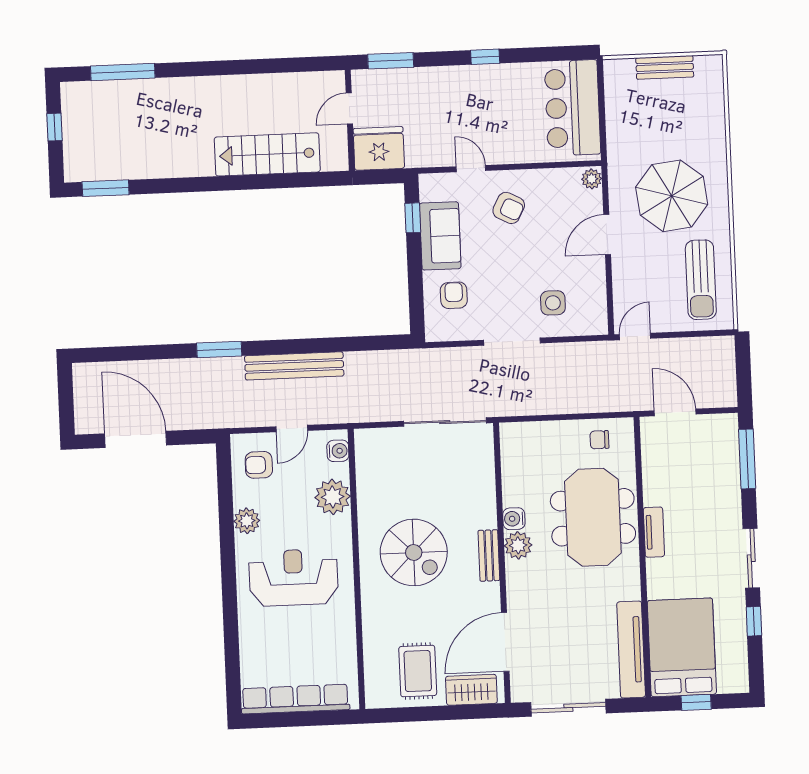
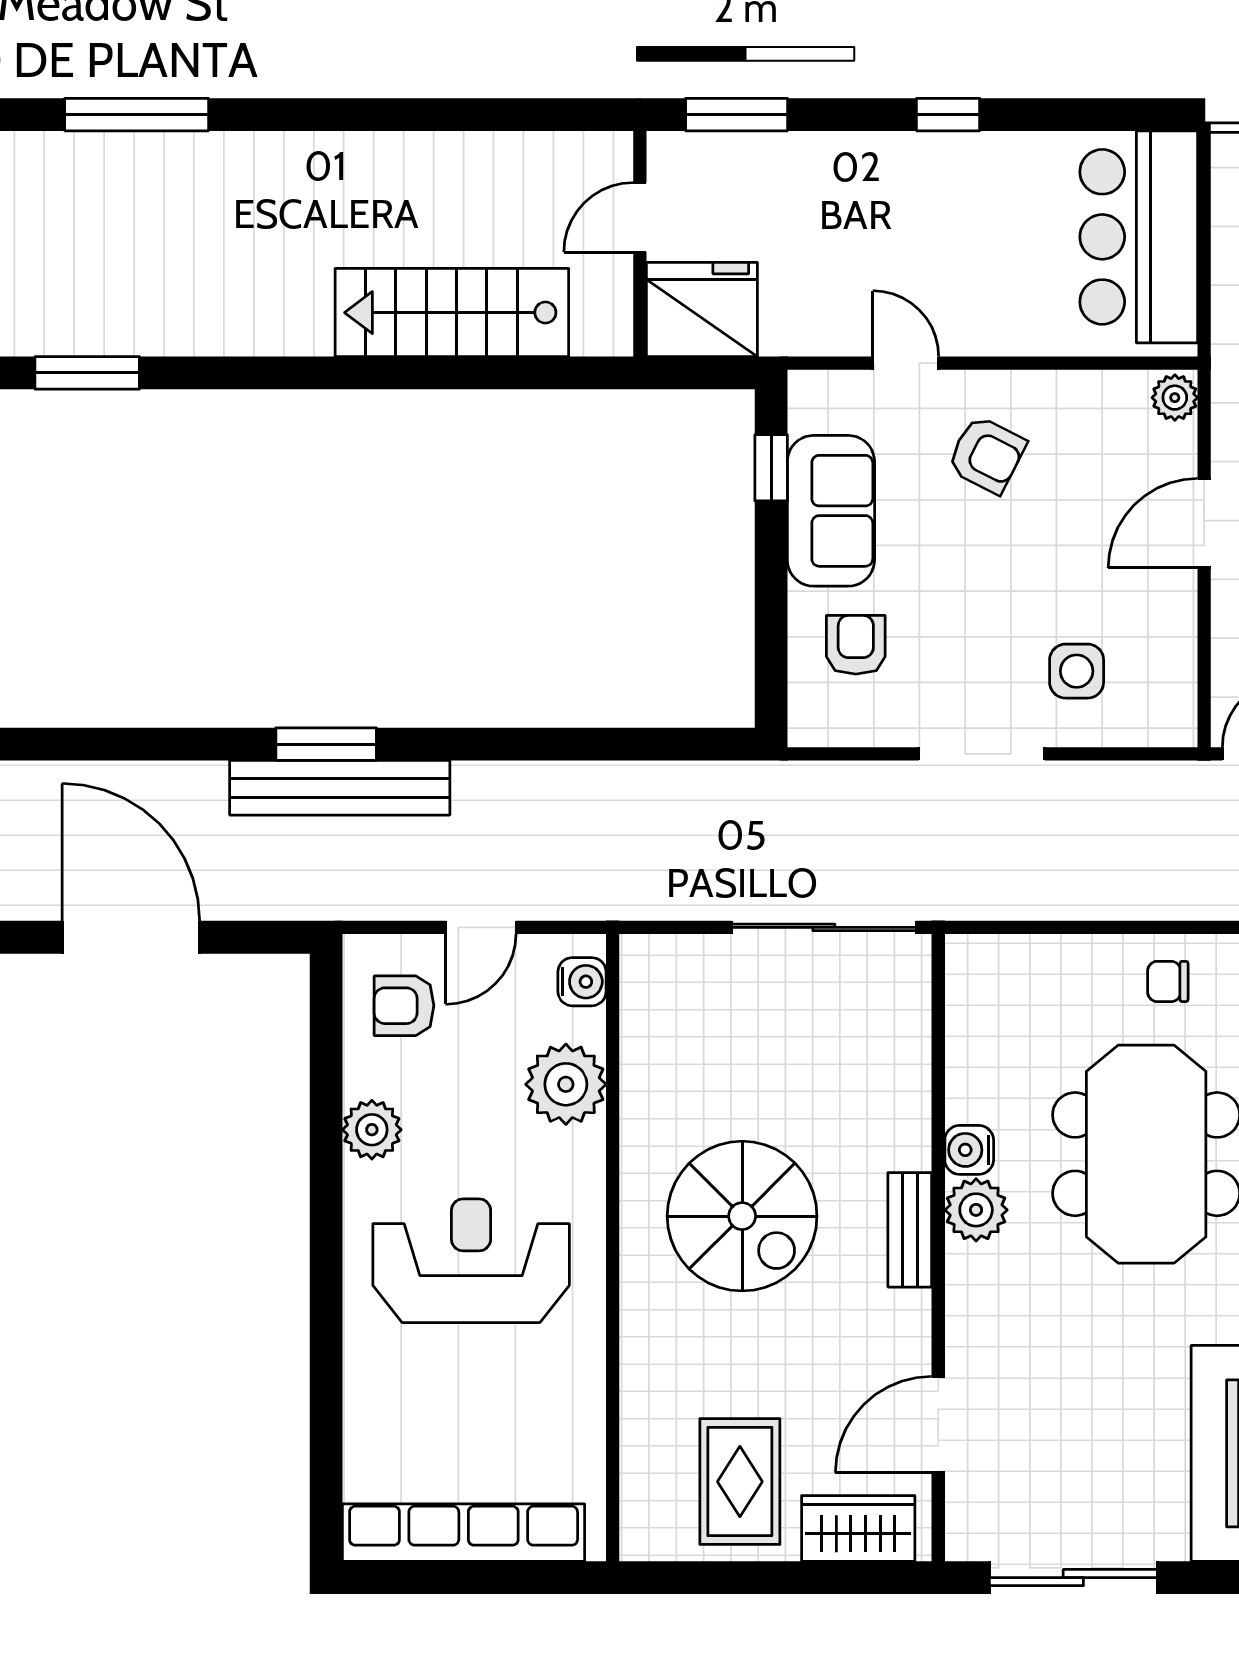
bench: (294, 366) -> (340, 788), moved
door: (505, 642) -> (938, 1424), width x0.73

